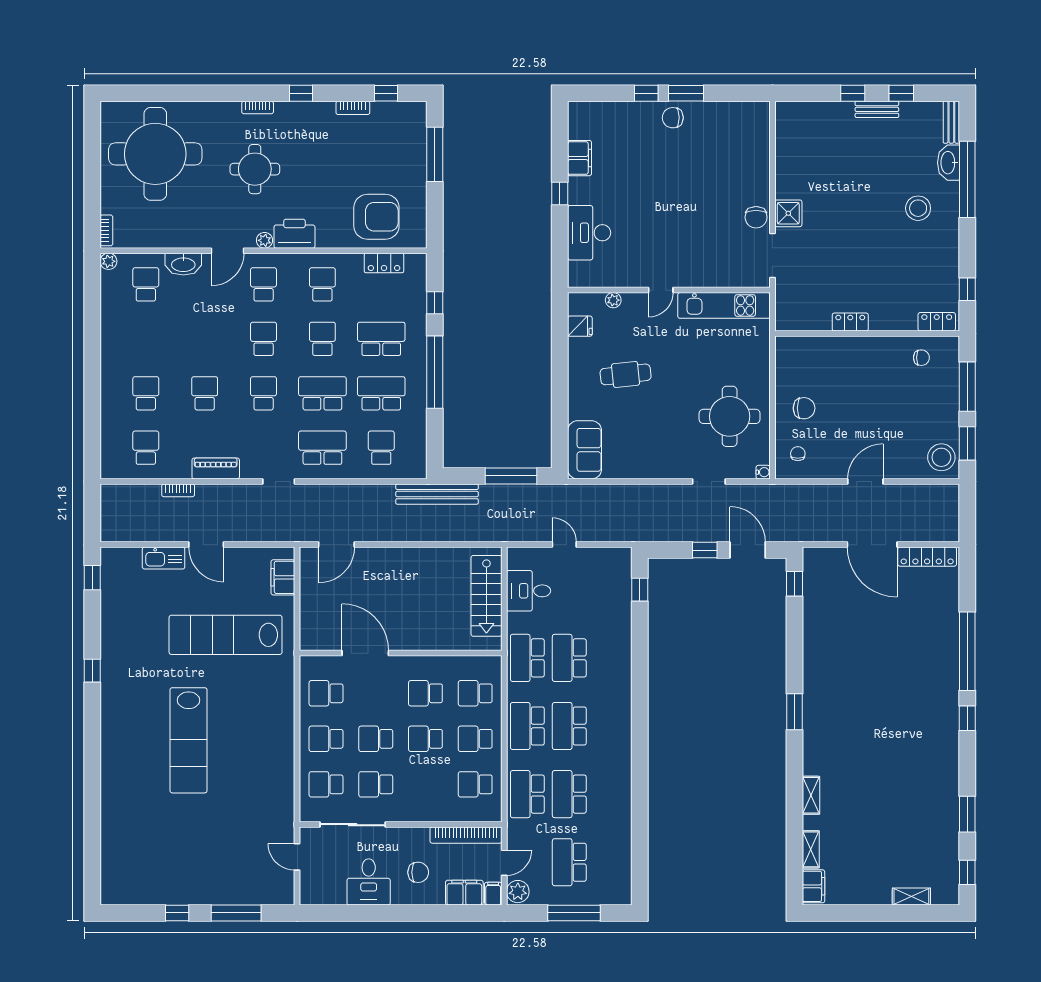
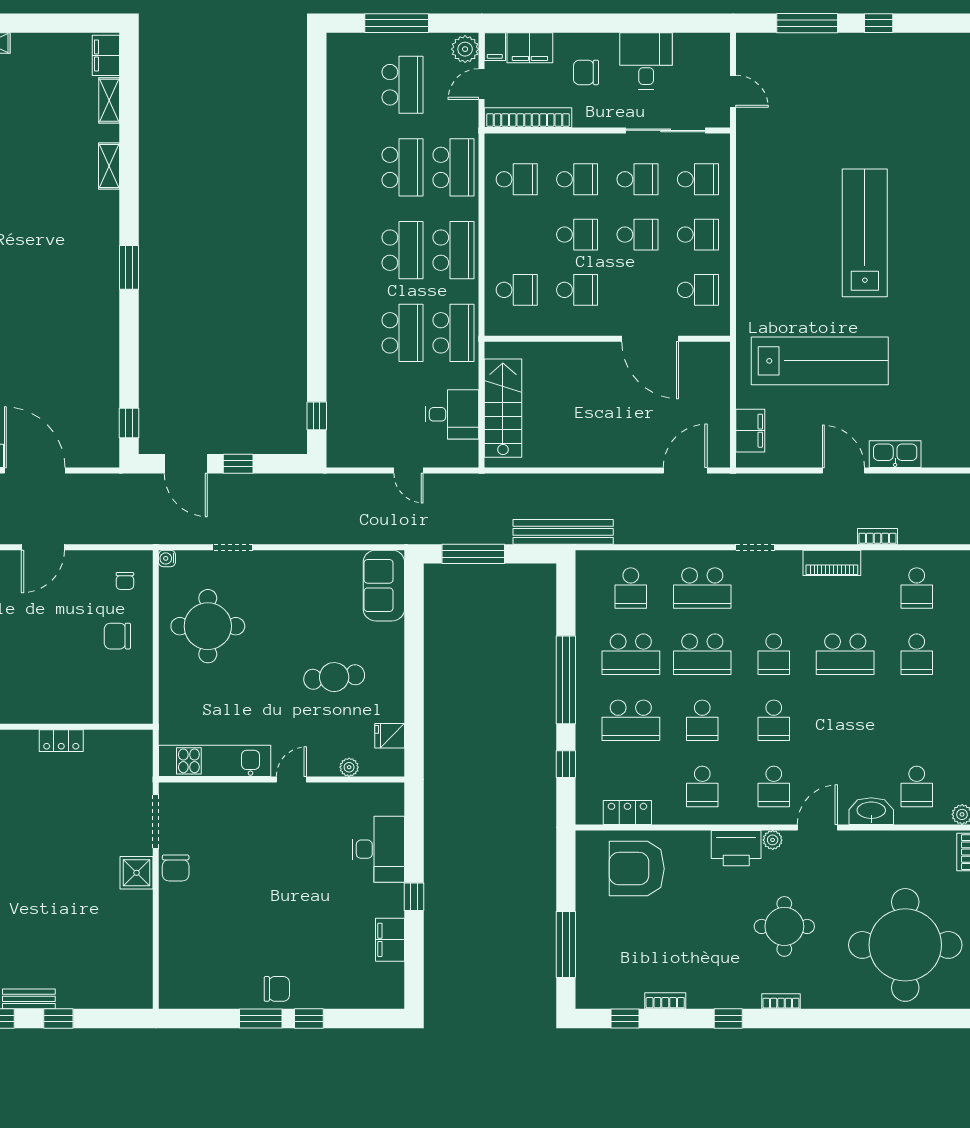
chair: (756, 217) -> (176, 868), turned 180
school desk: (205, 393) -> (845, 654), width x1.85
school desk: (475, 739) -> (577, 179), moved

